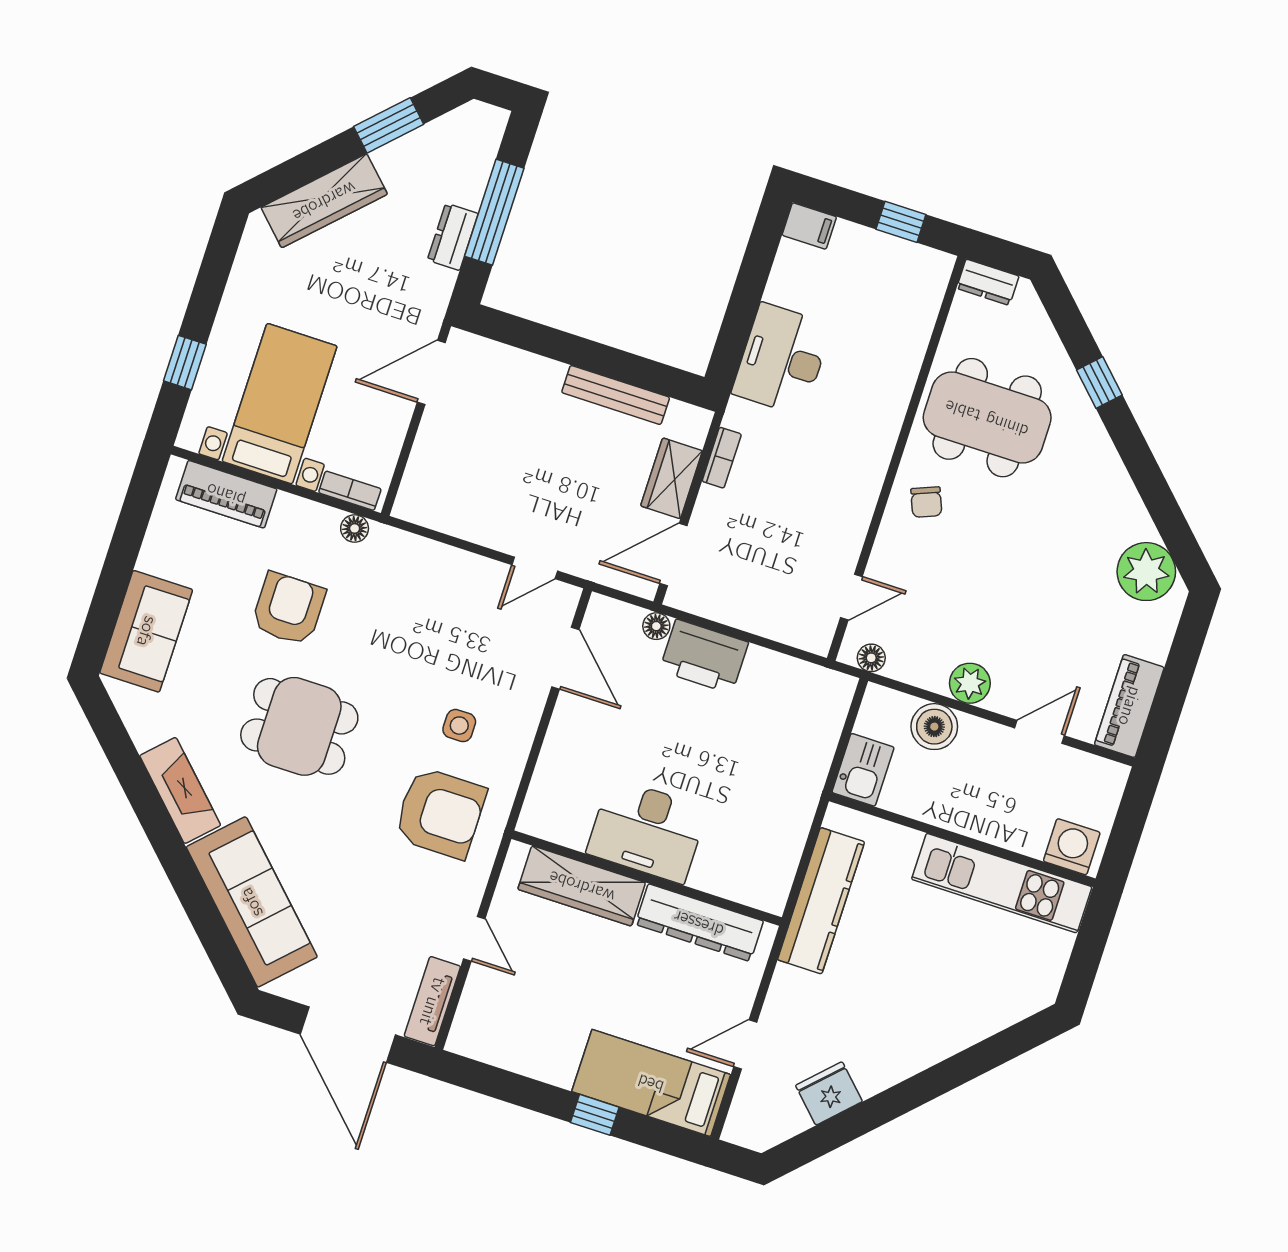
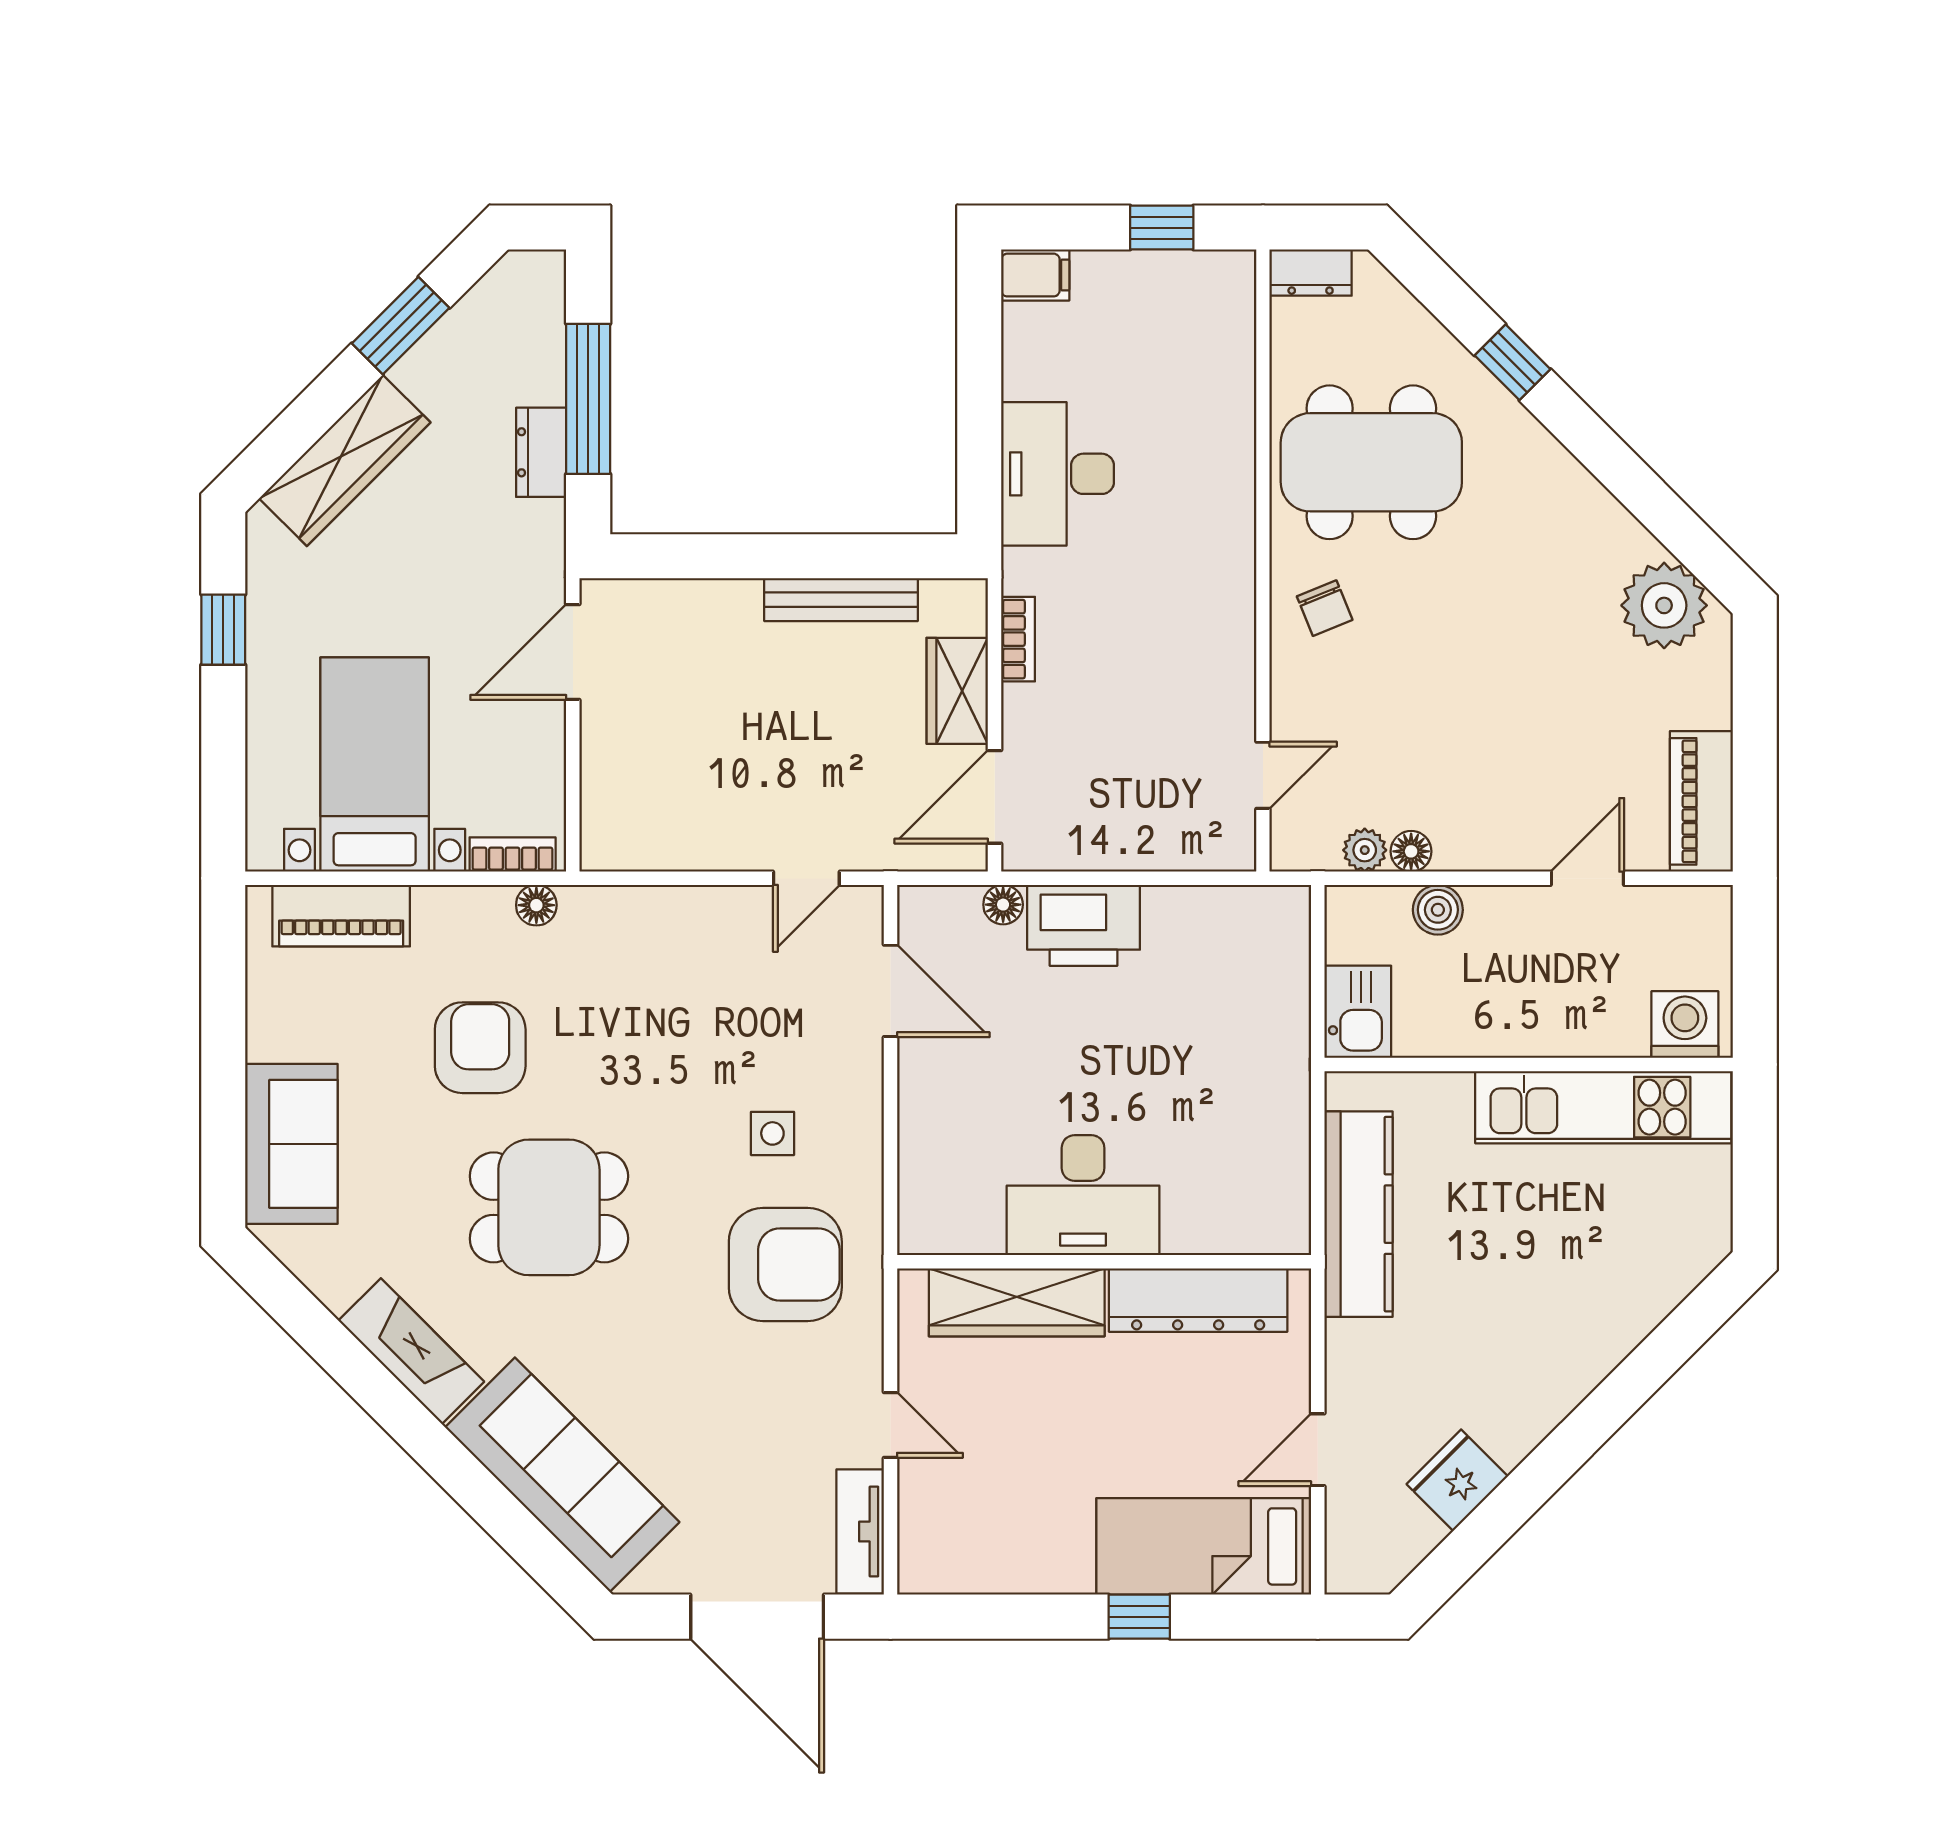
window: (185, 363) -> (223, 630), moved
floor lamp: (871, 658) -> (1411, 851), moved
plant: (970, 683) -> (1365, 850), moved, width x0.73, depth x0.73
boiler: (934, 727) -> (1438, 910), width x0.73, depth x0.73

